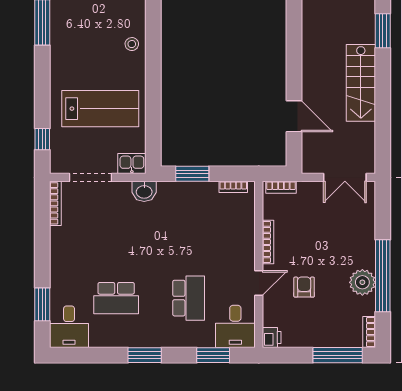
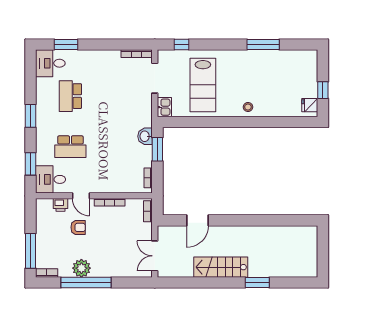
washbasin: (144, 191) -> (145, 136), moved
printer: (272, 338) -> (60, 205), moved

